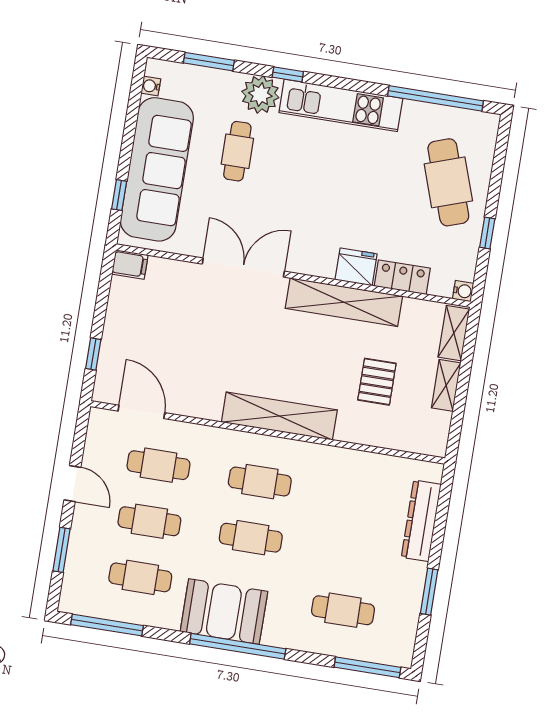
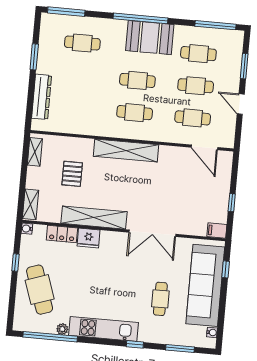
plant: (260, 95) -> (62, 329), moved, width x0.53, depth x0.53
window: (93, 354) -> (232, 203), moved
shelving: (446, 385) -> (35, 152), moved

